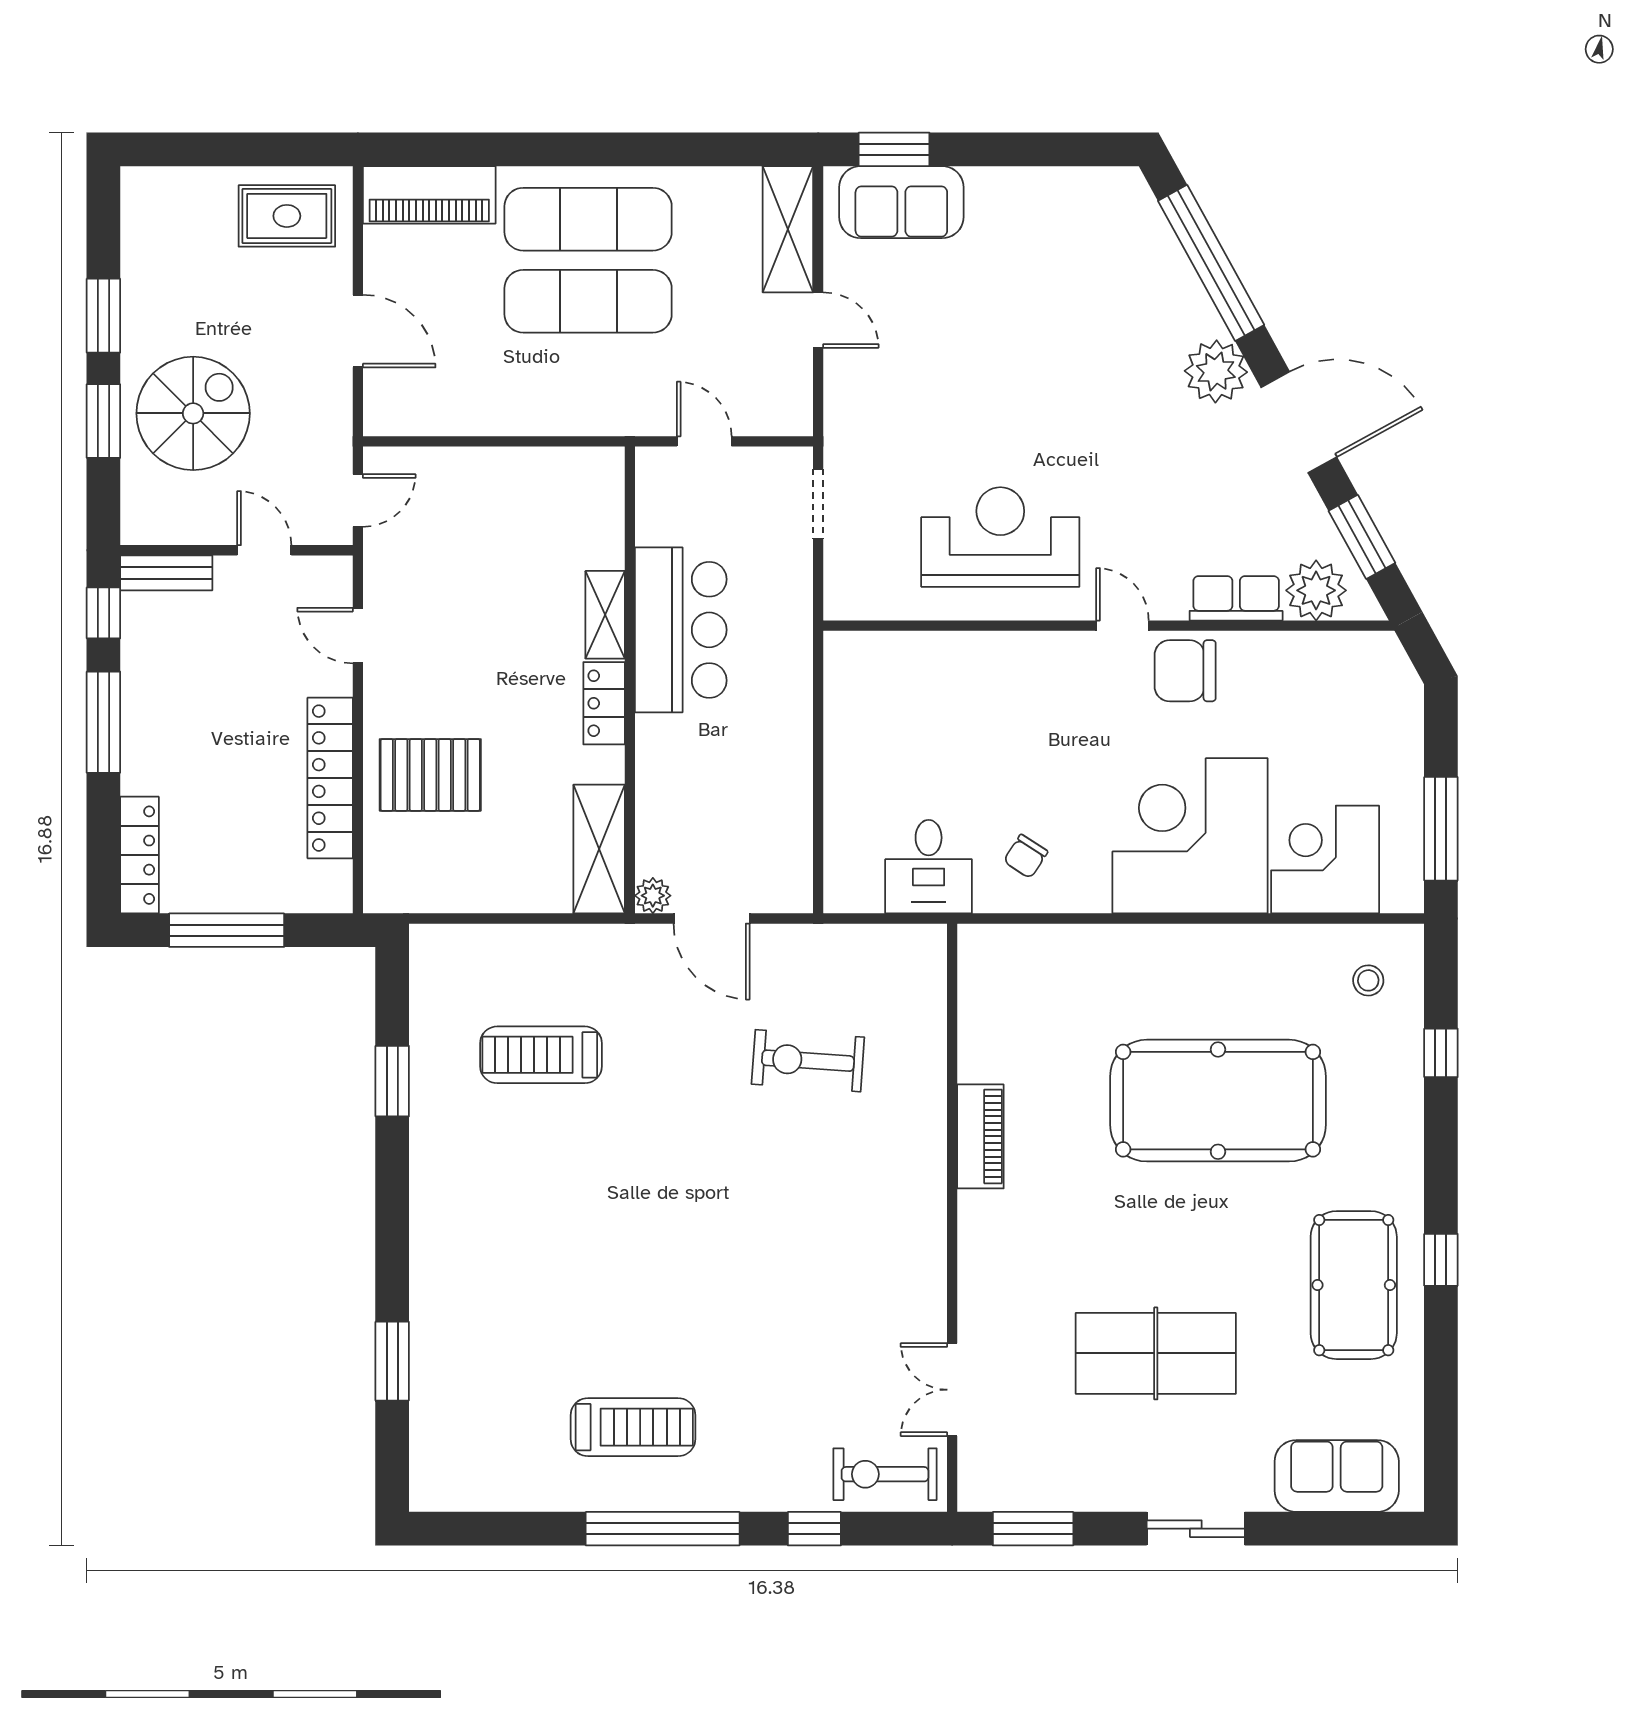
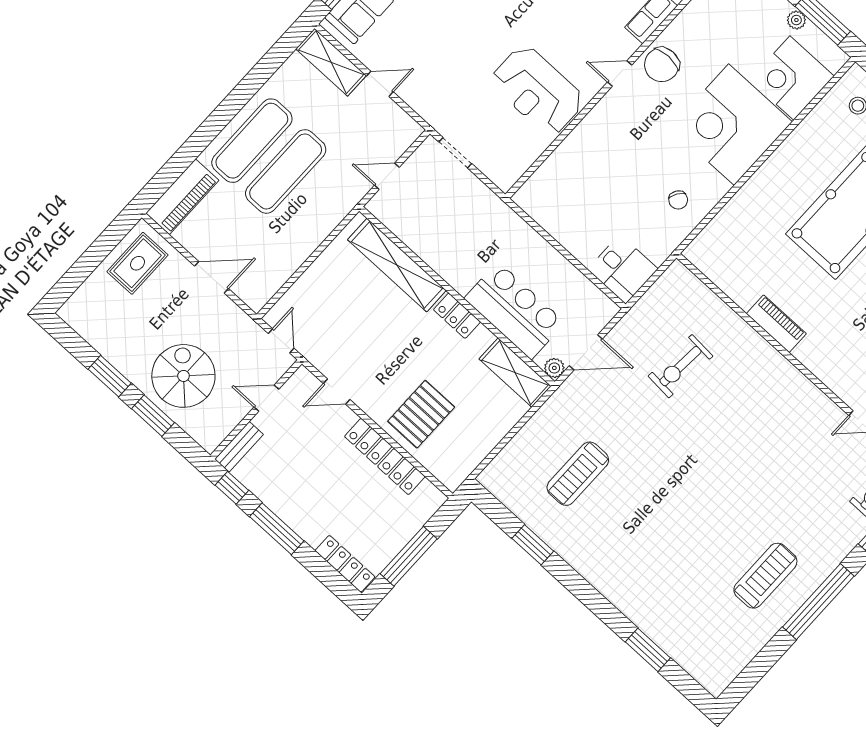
reception desk: (1000, 537) -> (537, 90), turned -90
shelving: (605, 615) -> (397, 265), width x2.20, depth x1.33
bar counter: (681, 630) -> (515, 311), moved
plant: (1407, 795) -> (796, 20), added
desk: (929, 867) -> (623, 269), moved

